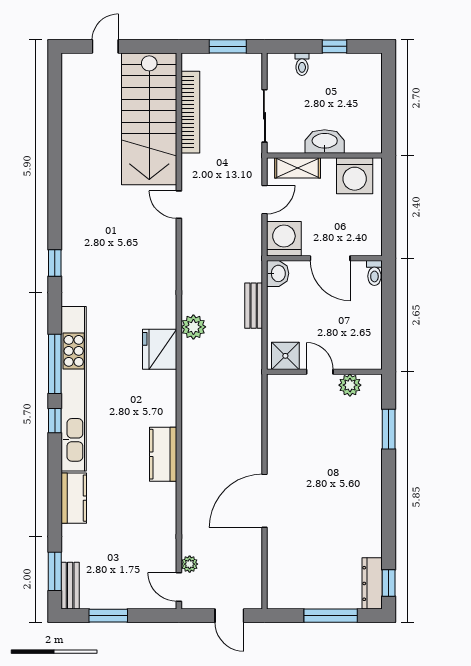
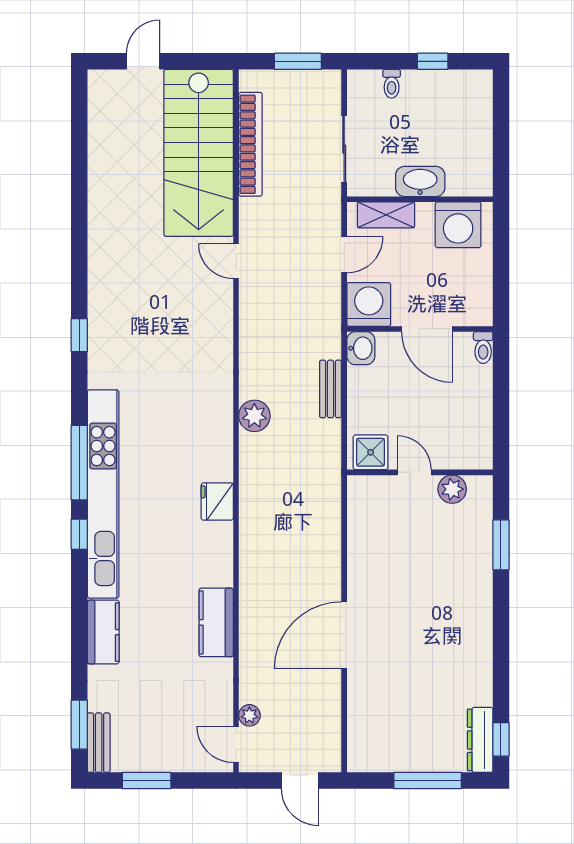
fridge: (160, 349) -> (217, 502), moved, width x0.73, depth x0.75
kitchen counter: (163, 454) -> (216, 622), moved

